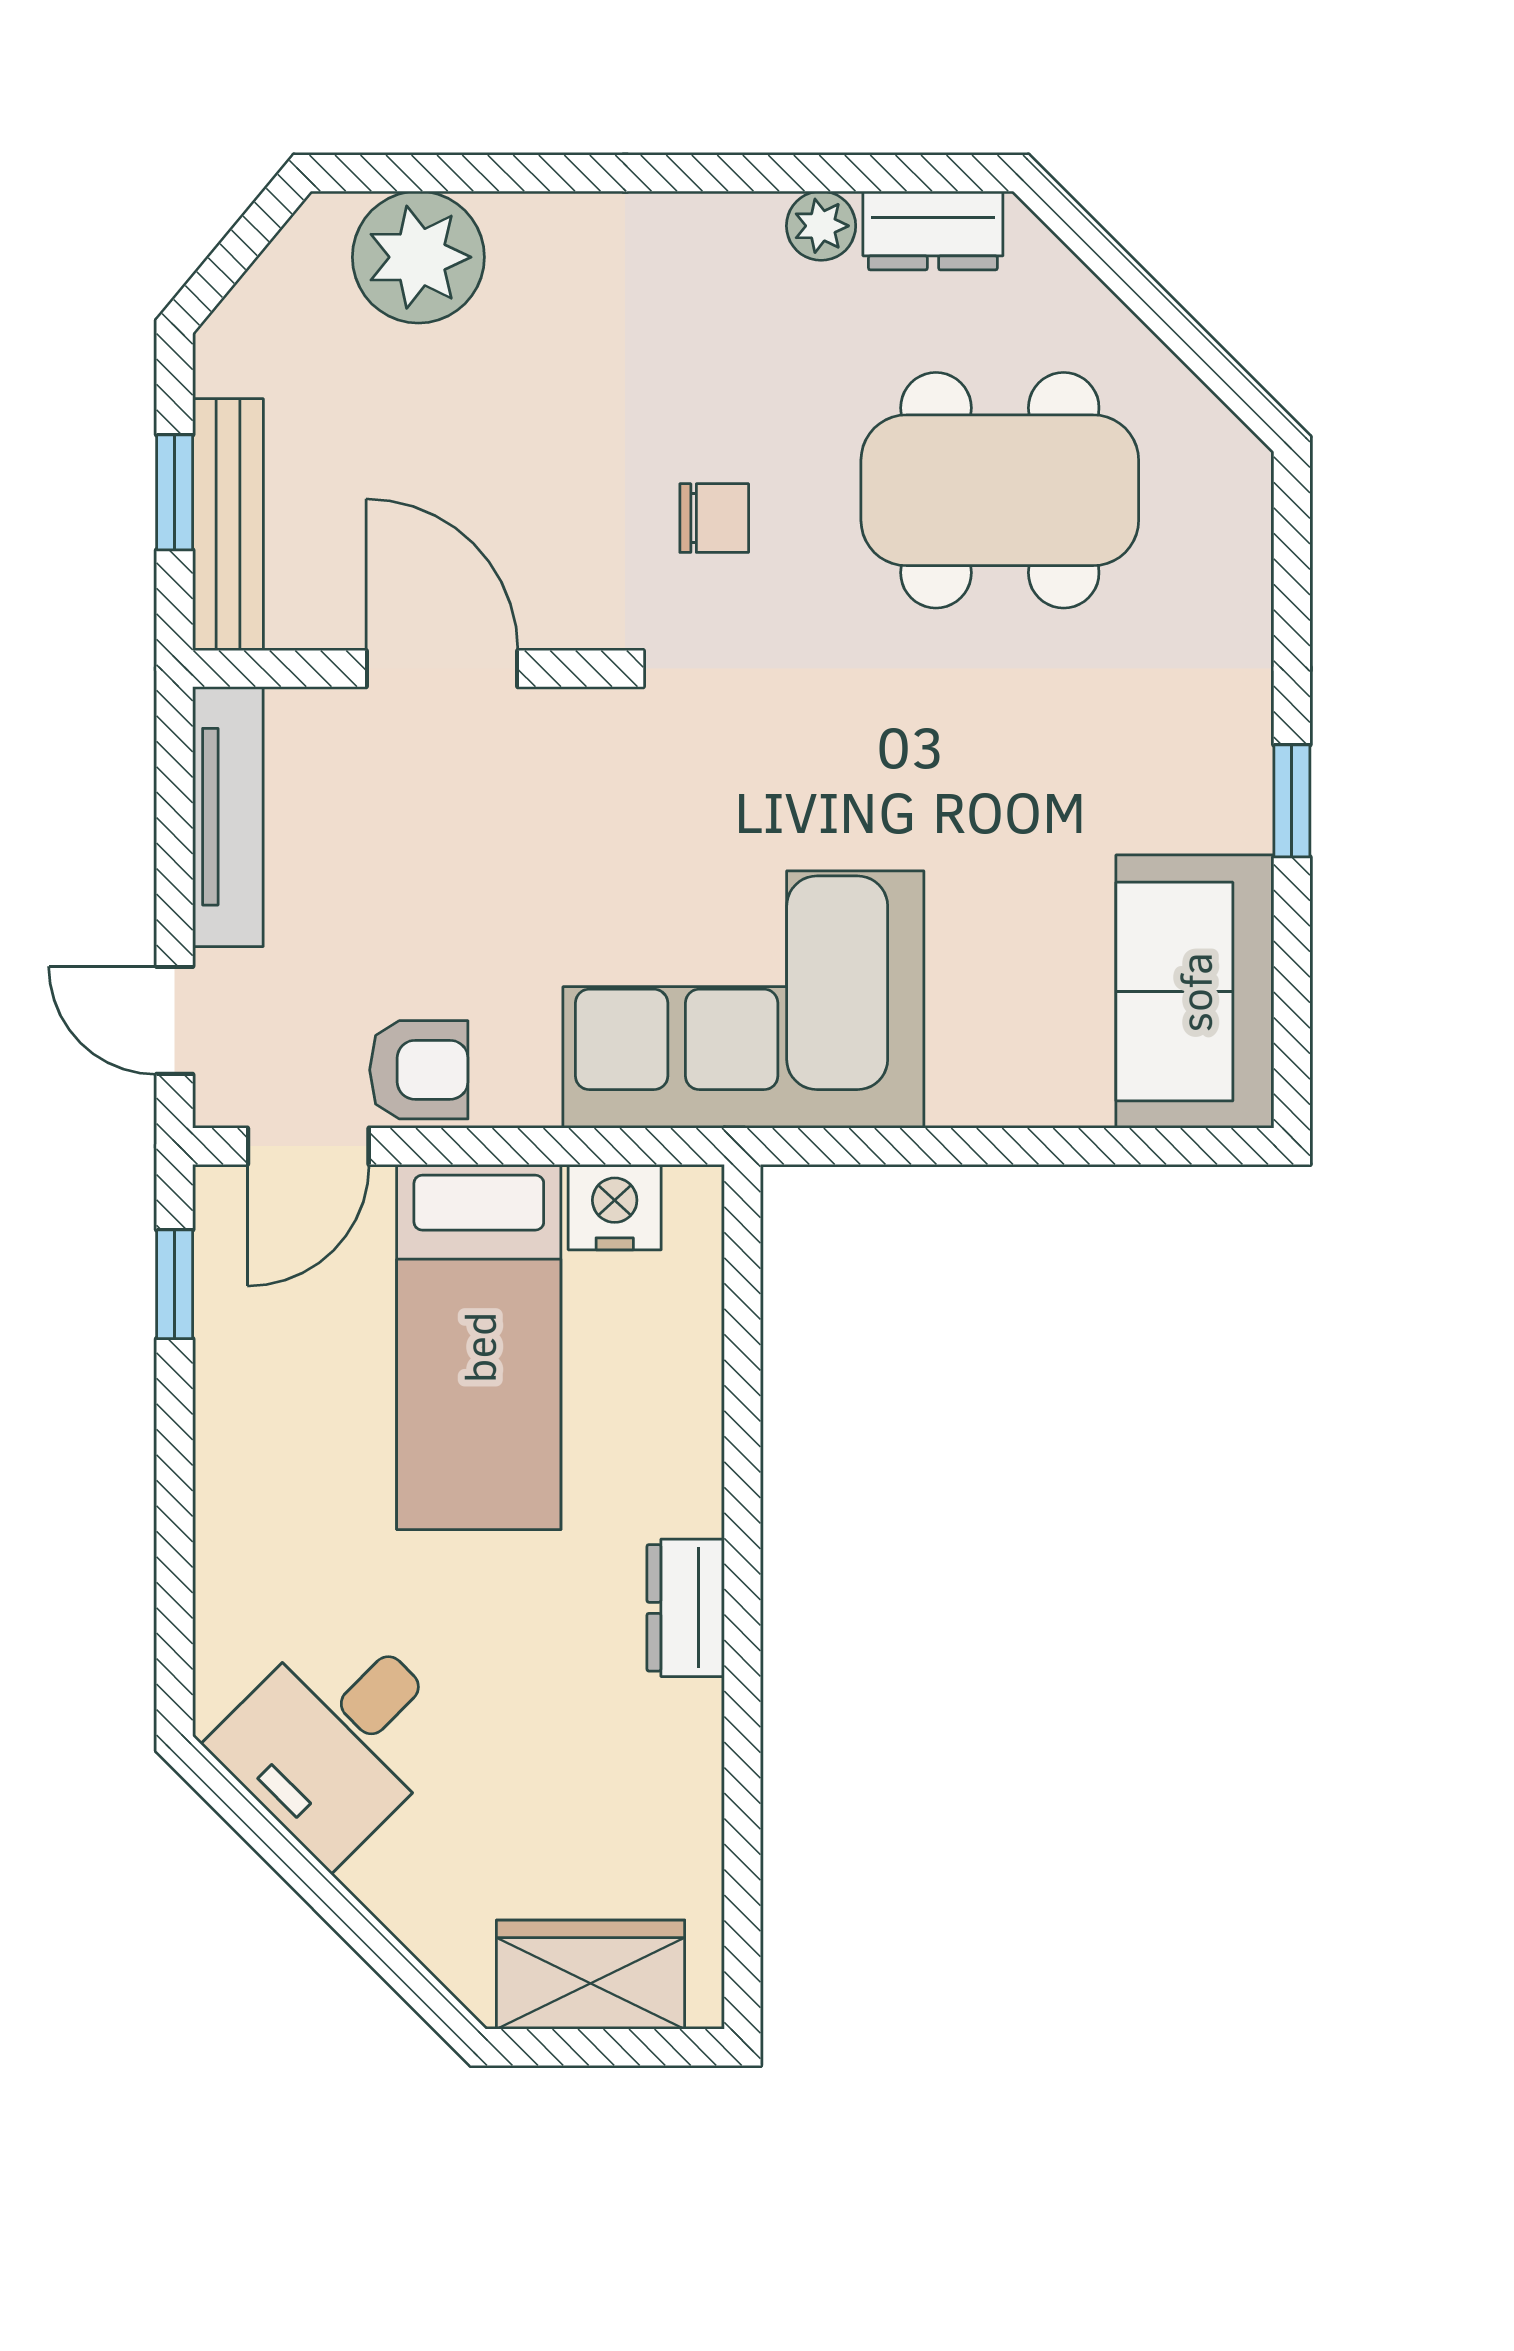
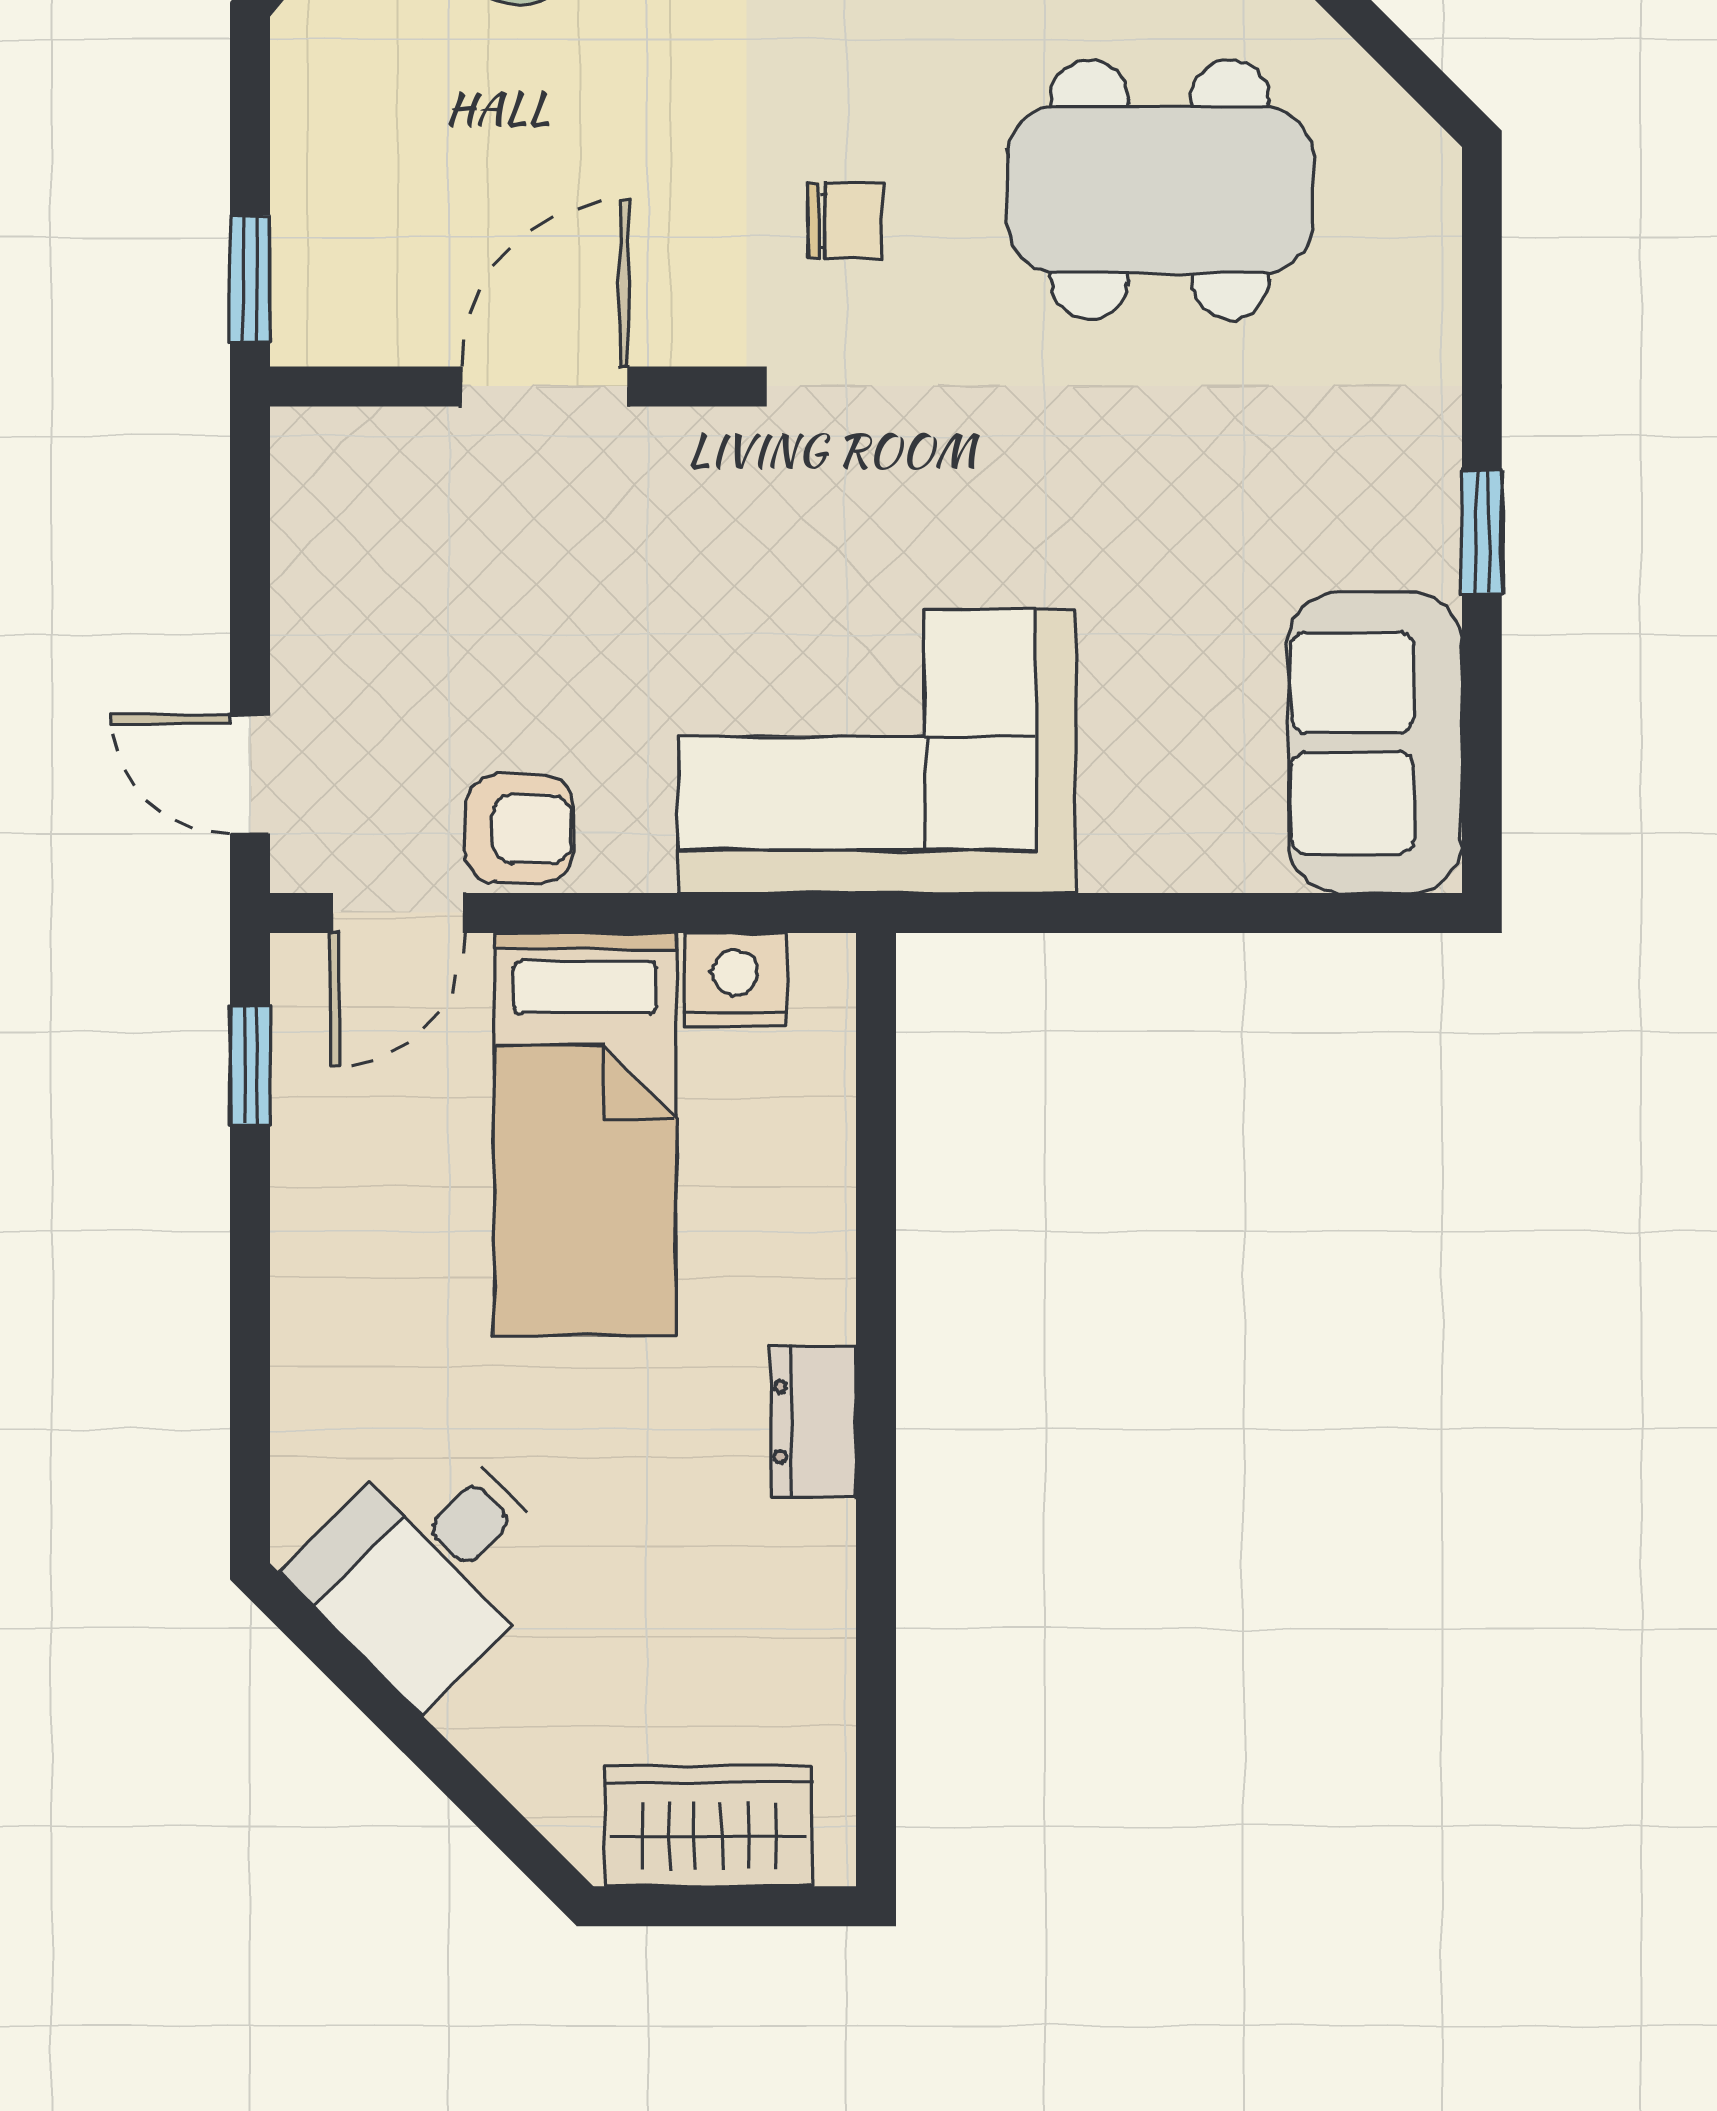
window: (175, 492) -> (250, 279), moved
bench: (228, 525) -> (309, 228), removed
door: (442, 669) -> (545, 386), hinge flipped
tv unit: (228, 817) -> (309, 550), removed

